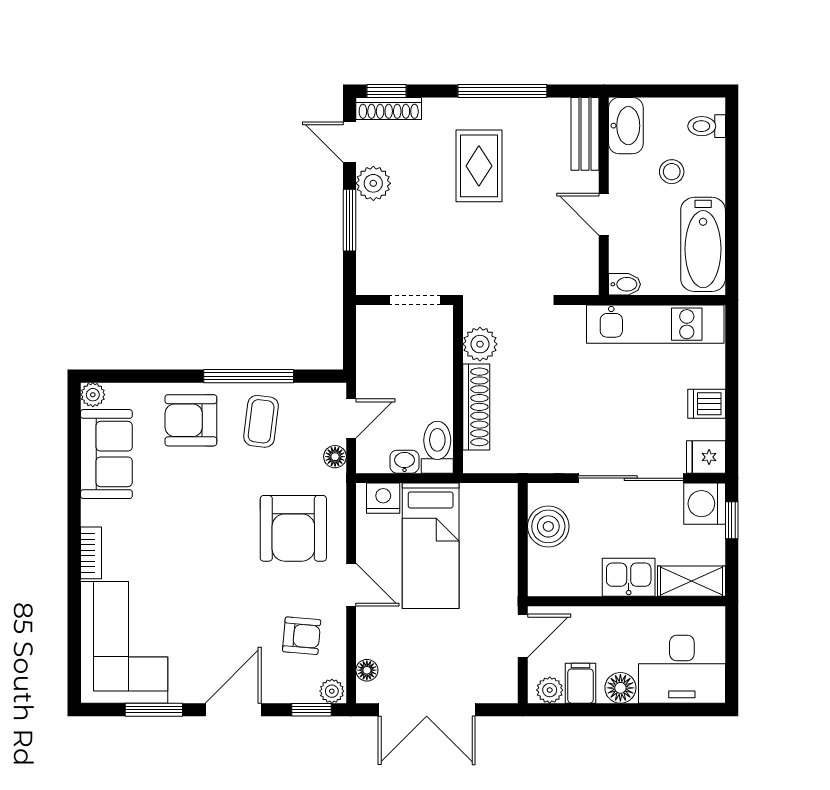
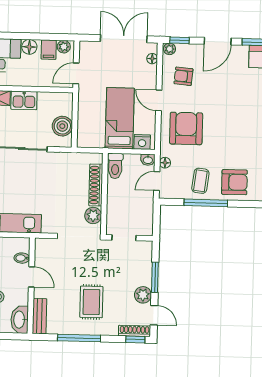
bidet: (625, 284) -> (22, 258), moved
washbasin: (404, 462) -> (148, 160), moved

